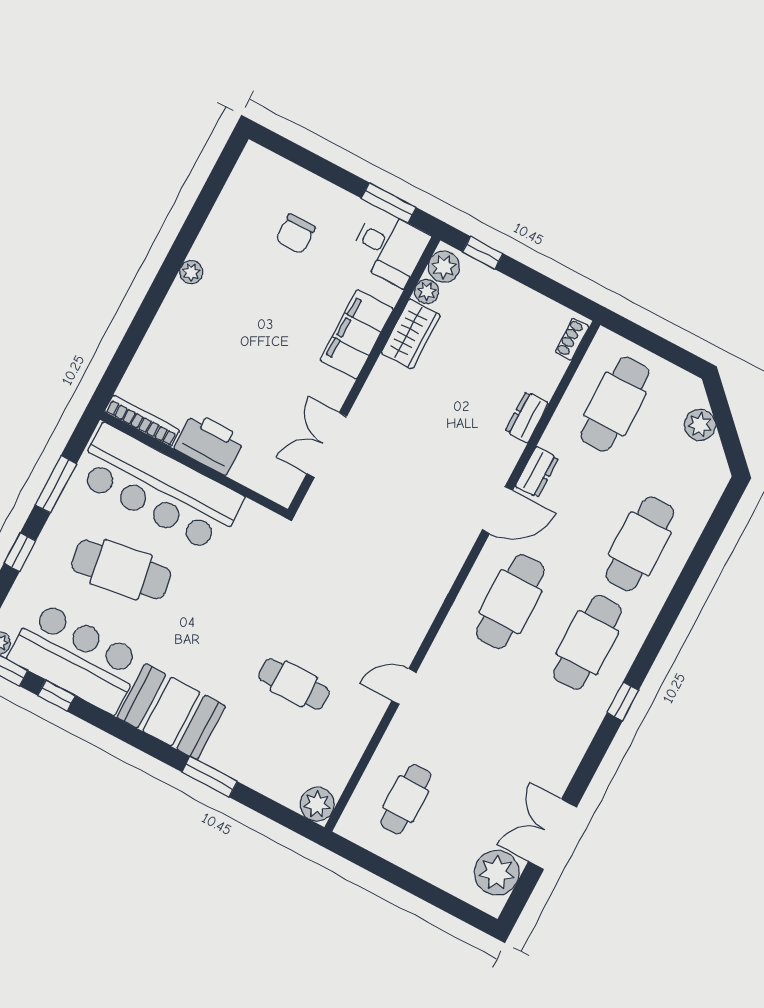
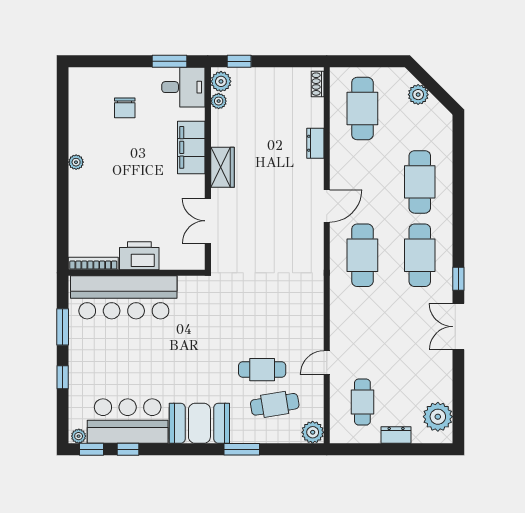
wardrobe: (411, 334) -> (222, 167), moved
dresser: (537, 472) -> (396, 435), moved, turned -90
cafe table: (121, 570) -> (275, 404), moved, width x0.73, depth x0.74
door: (404, 687) -> (327, 363), moved
double door: (552, 834) -> (458, 327), moved

